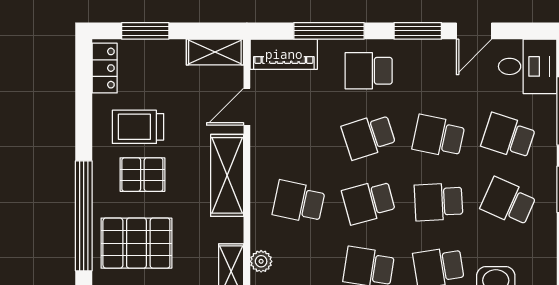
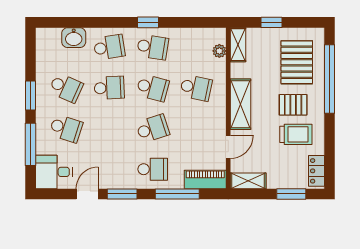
school desk: (439, 136) -> (109, 129), removed
school desk: (369, 202) -> (153, 88), turned 30
pallet: (136, 243) -> (297, 62), turned 90

